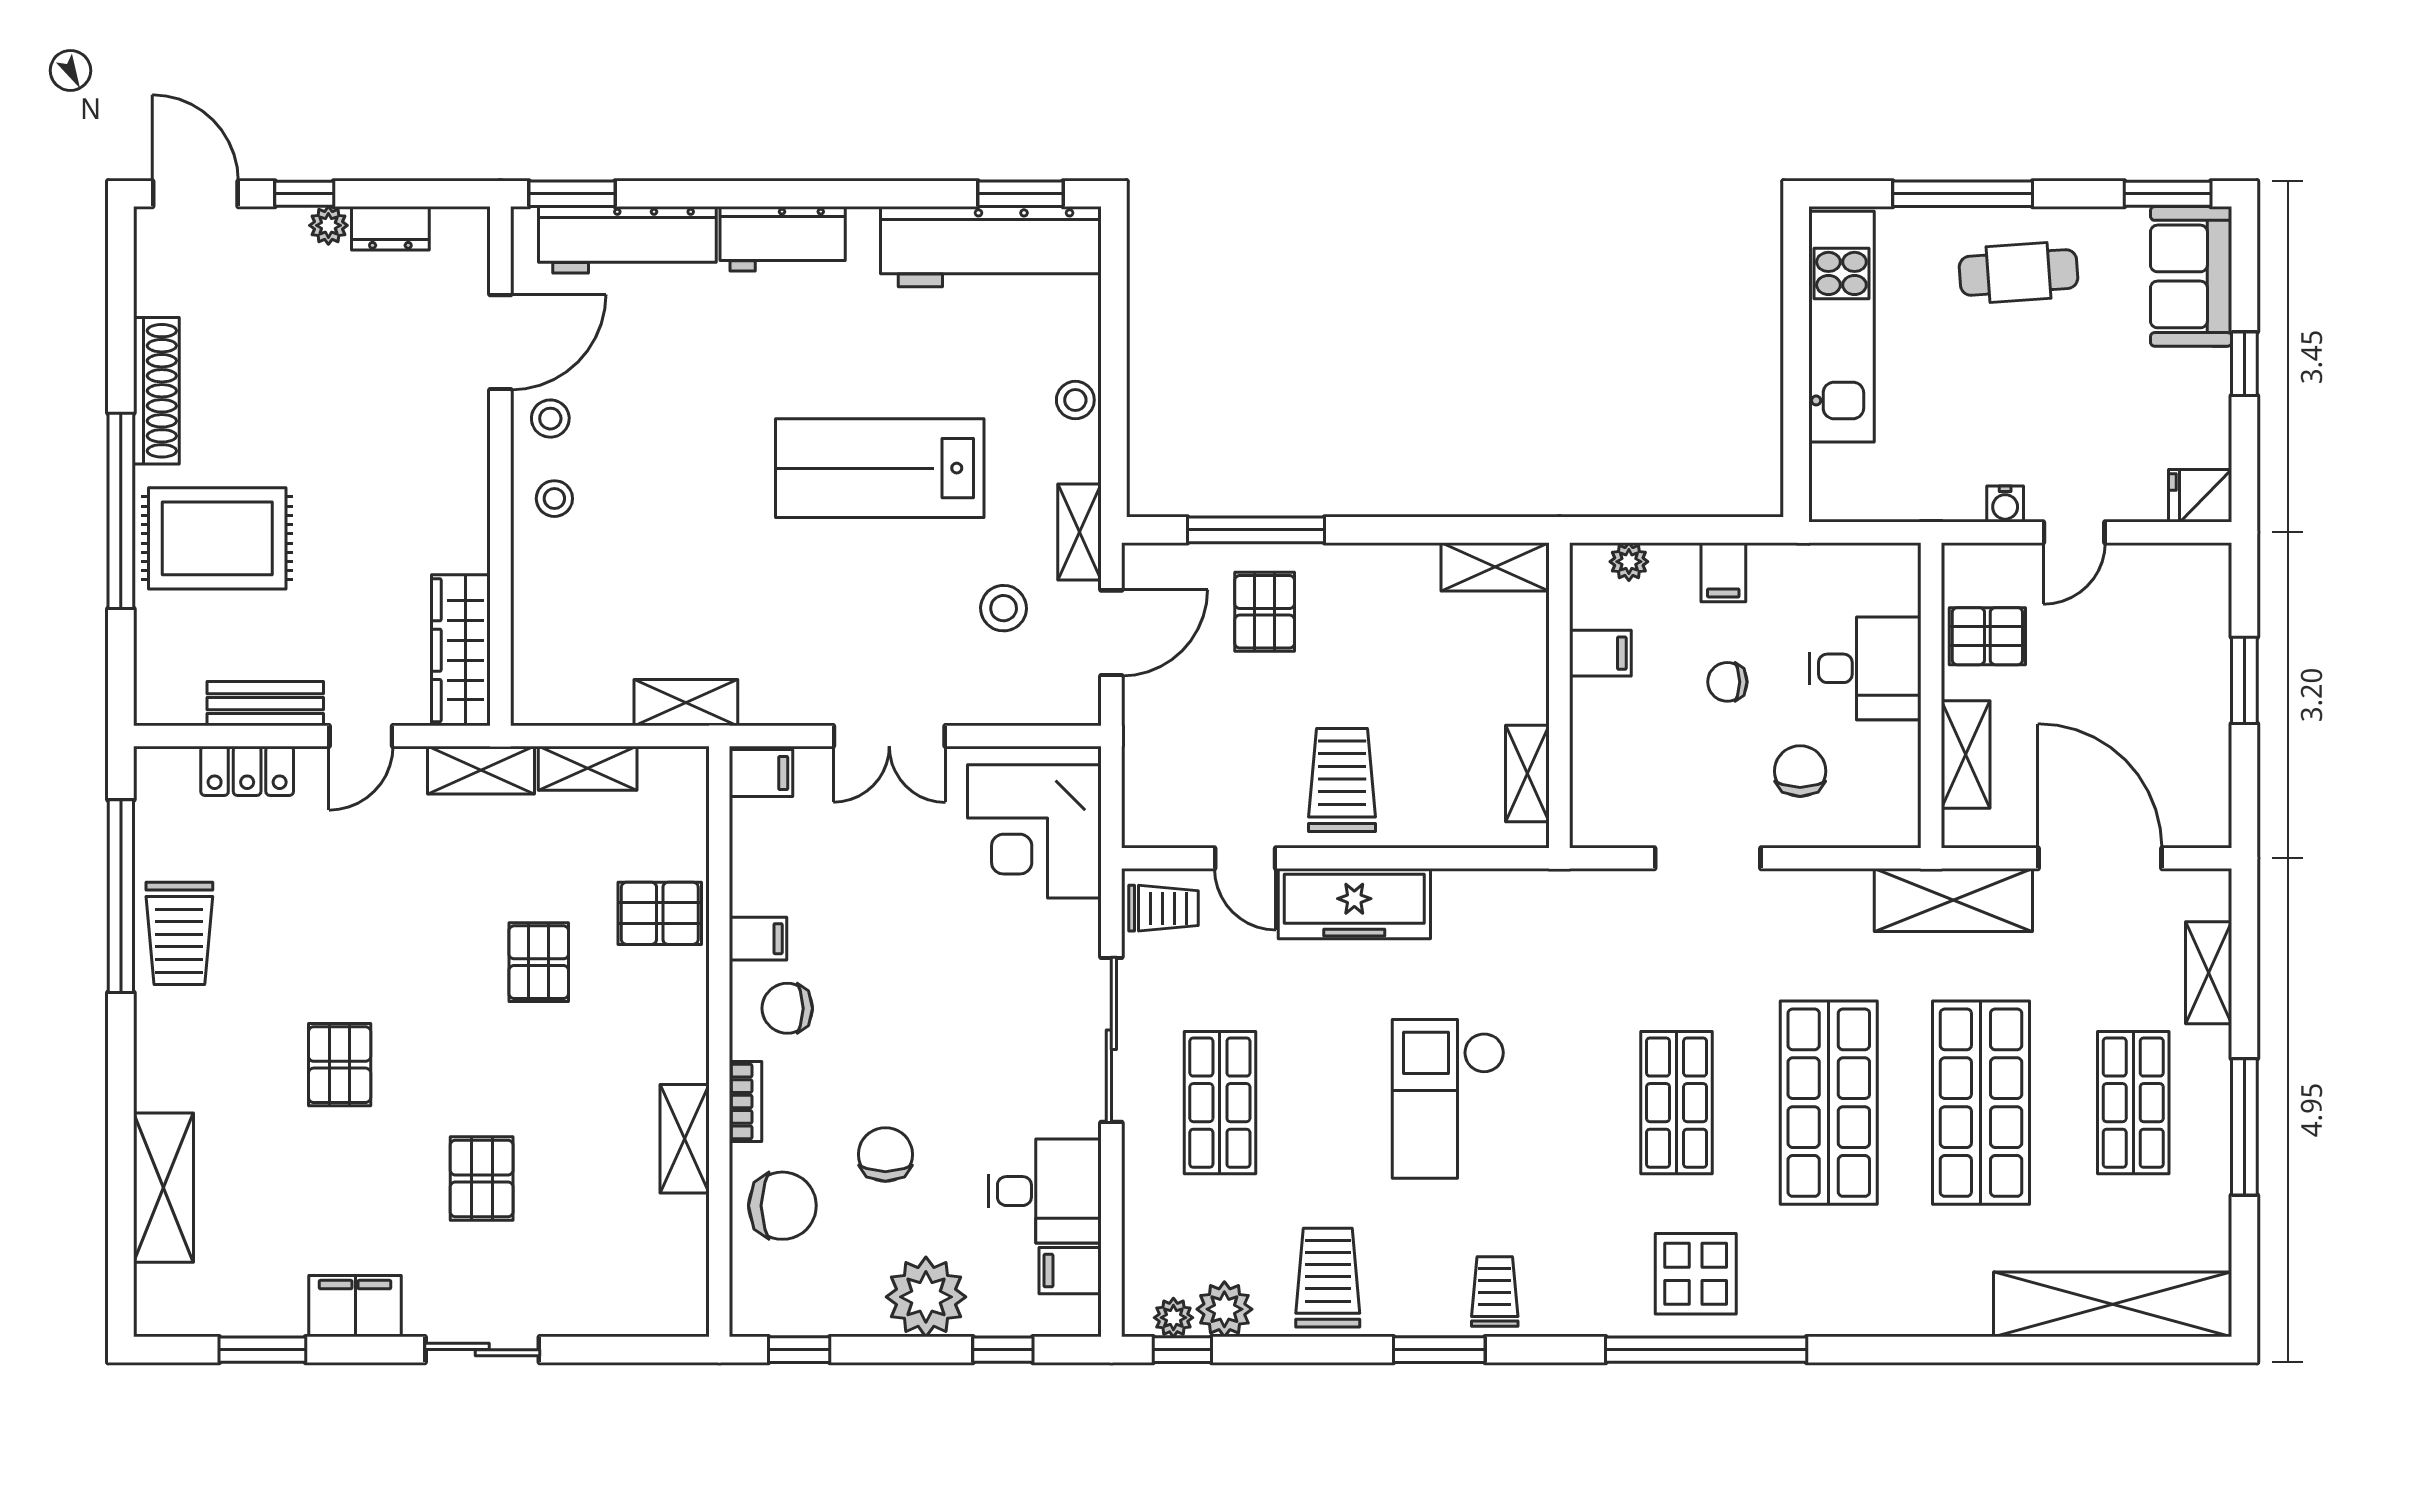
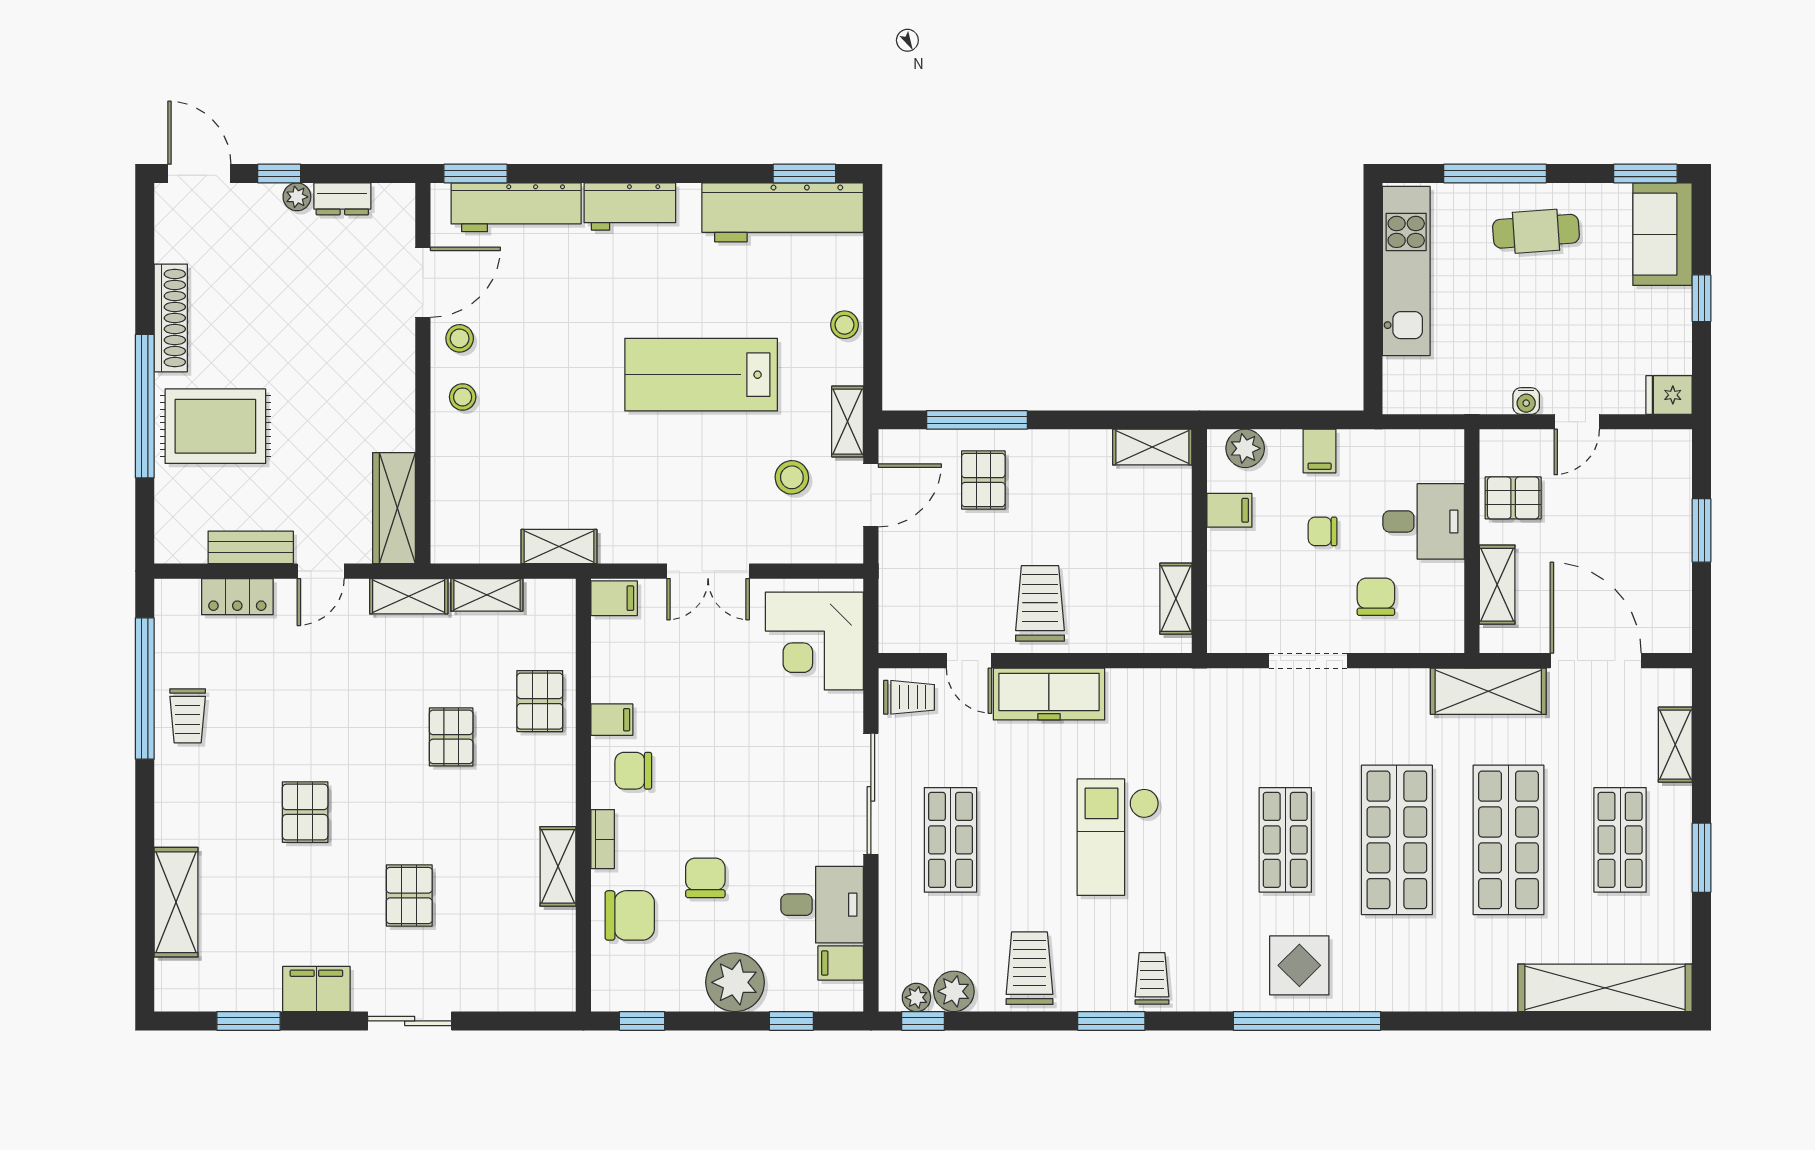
plant: (1629, 562) -> (1245, 448), width x1.38, depth x1.38
pallet: (660, 913) -> (540, 701), turned 90
trolley: (179, 933) -> (188, 716), width x0.73, depth x0.72
window: (2244, 1127) -> (1702, 858), width x0.69

